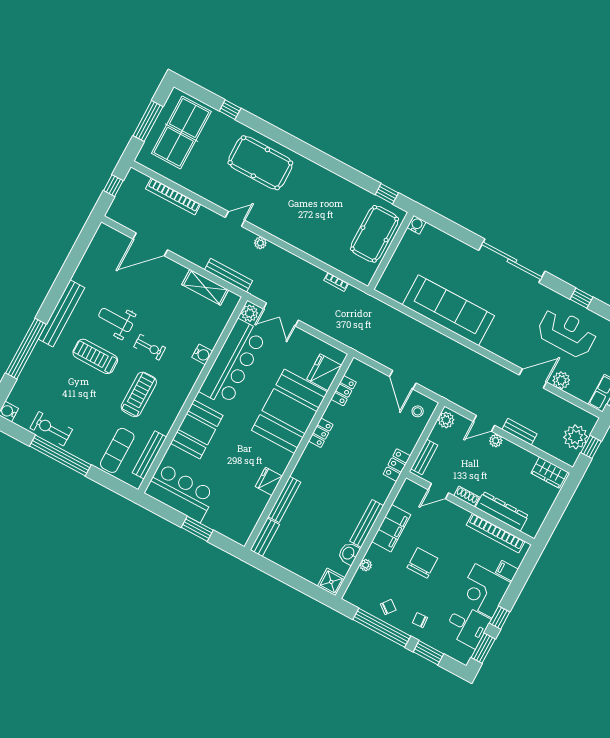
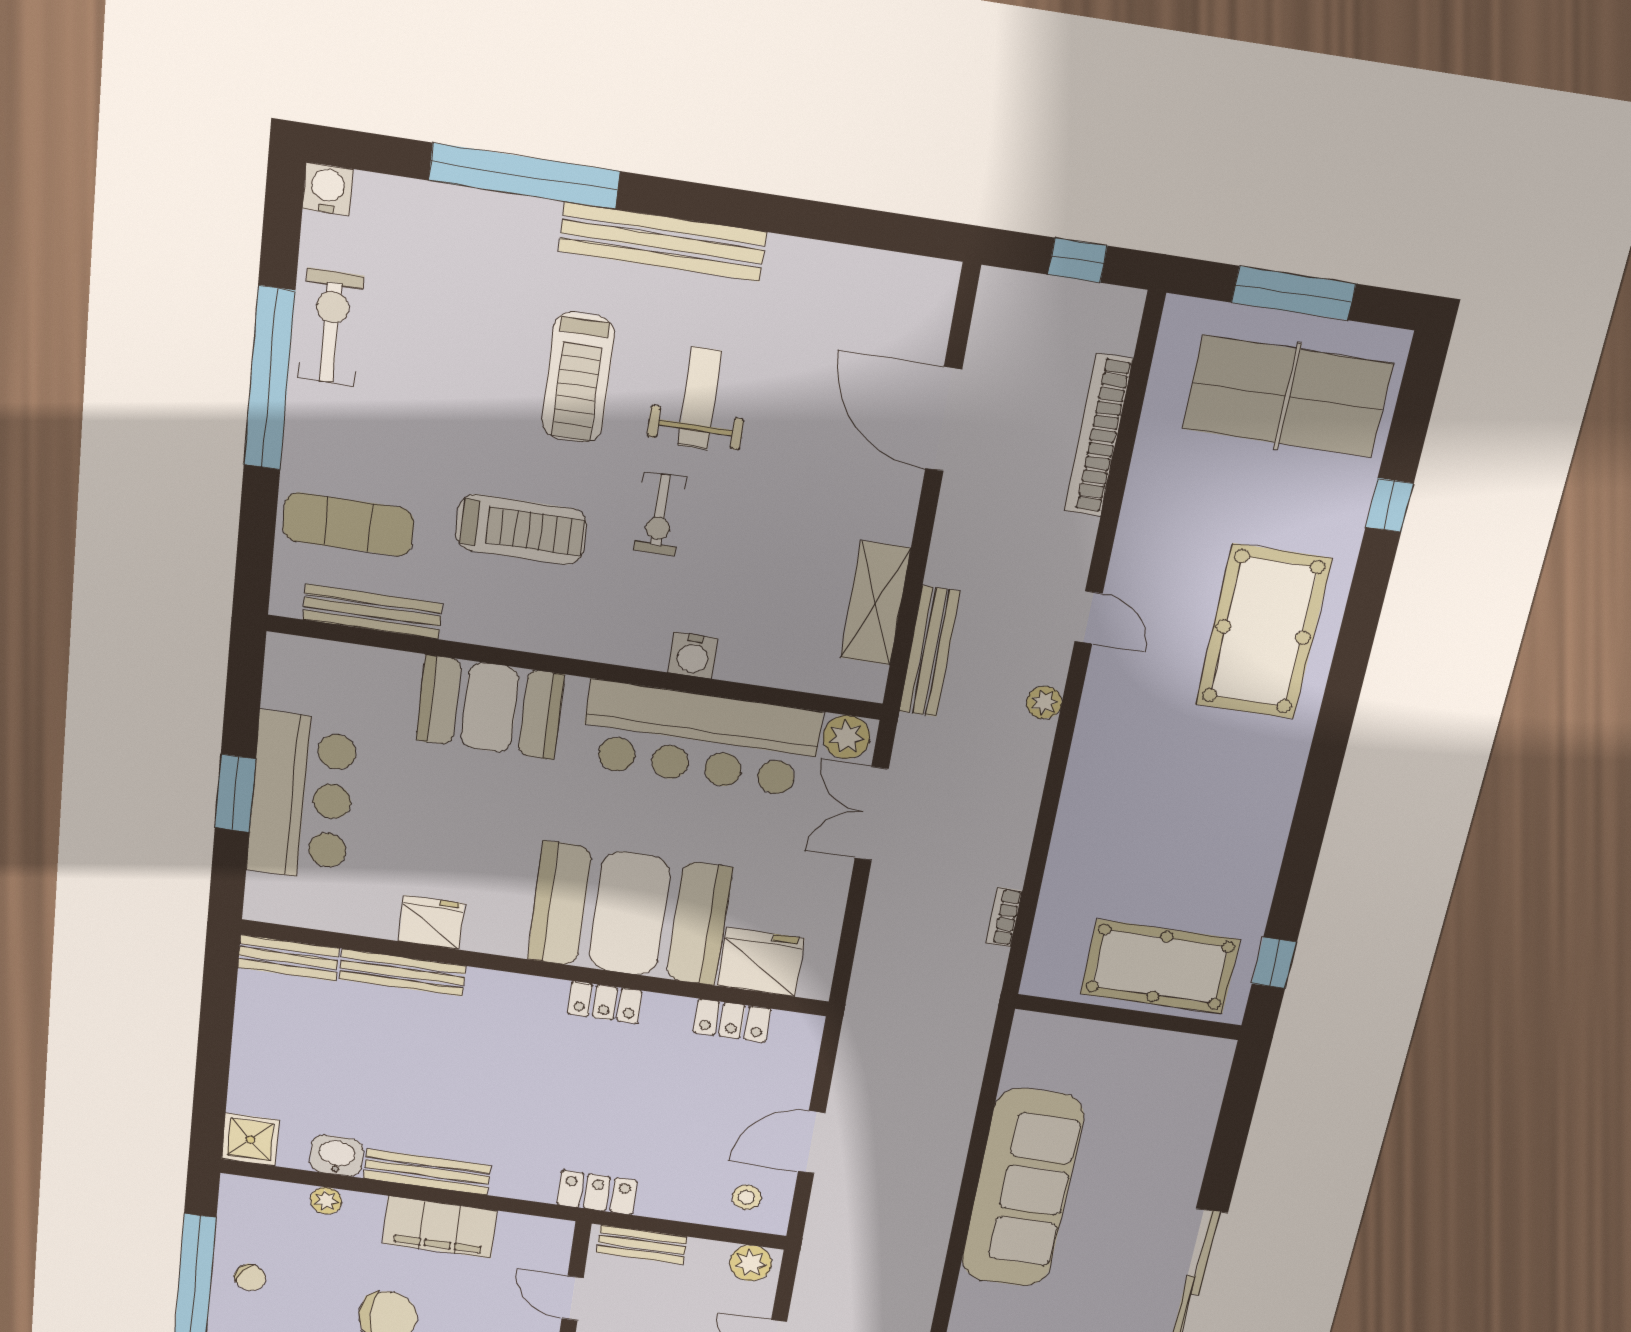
water cooler: (416, 225) -> (1215, 1054), removed
treadmill: (95, 356) -> (578, 378), turned 180
bar counter: (180, 492) -> (302, 797), moved

